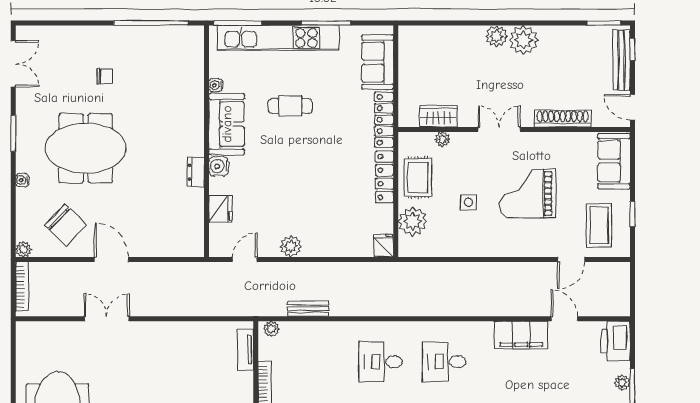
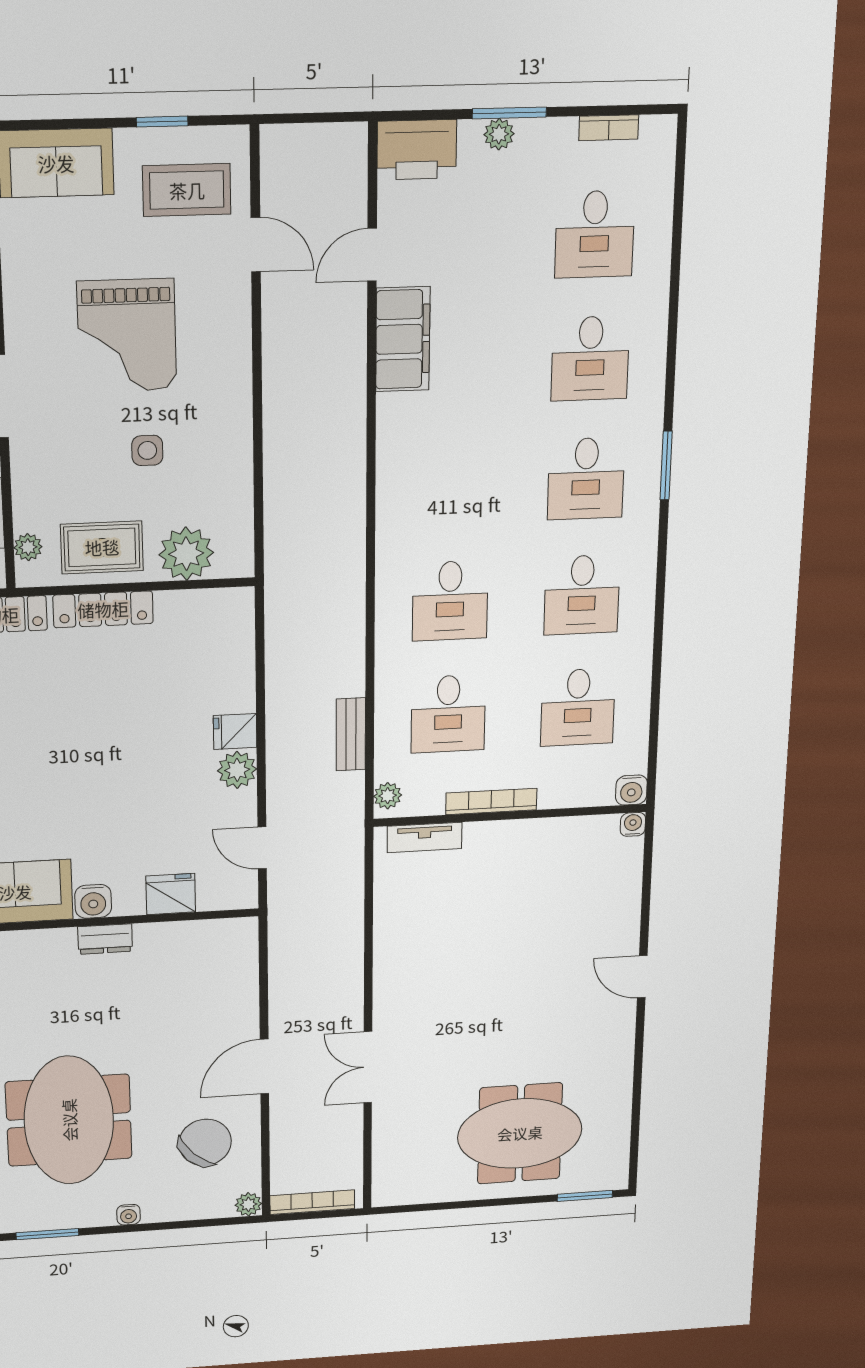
plant: (442, 139) -> (28, 547), moved
fridge: (384, 246) -> (235, 731), moved
desk: (444, 362) -> (448, 714), moved

